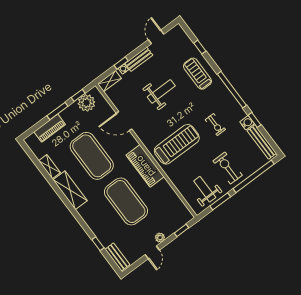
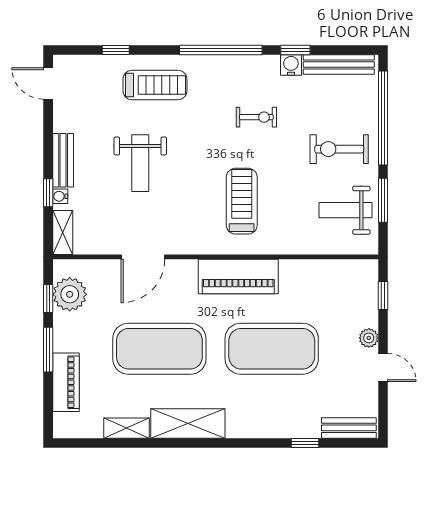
door: (156, 37) -> (48, 83), moved
treadmill: (197, 74) -> (155, 85), turned 180
weight bench: (161, 91) -> (140, 163), turned 180
treadmill: (177, 144) -> (242, 201), width x0.73, depth x0.73

